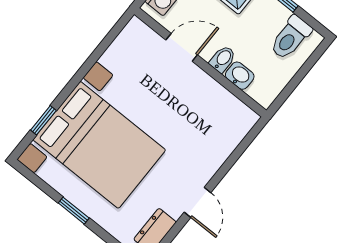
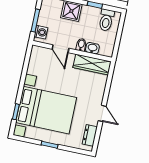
door: (182, 47) -> (61, 49), swing flipped
wardrobe: (224, 105) -> (92, 64), added

